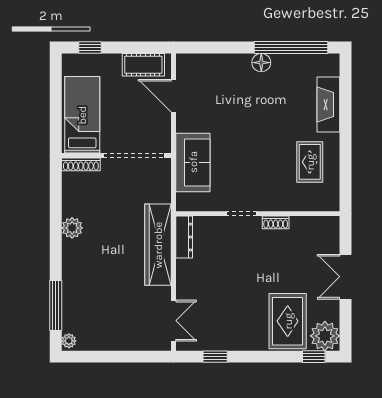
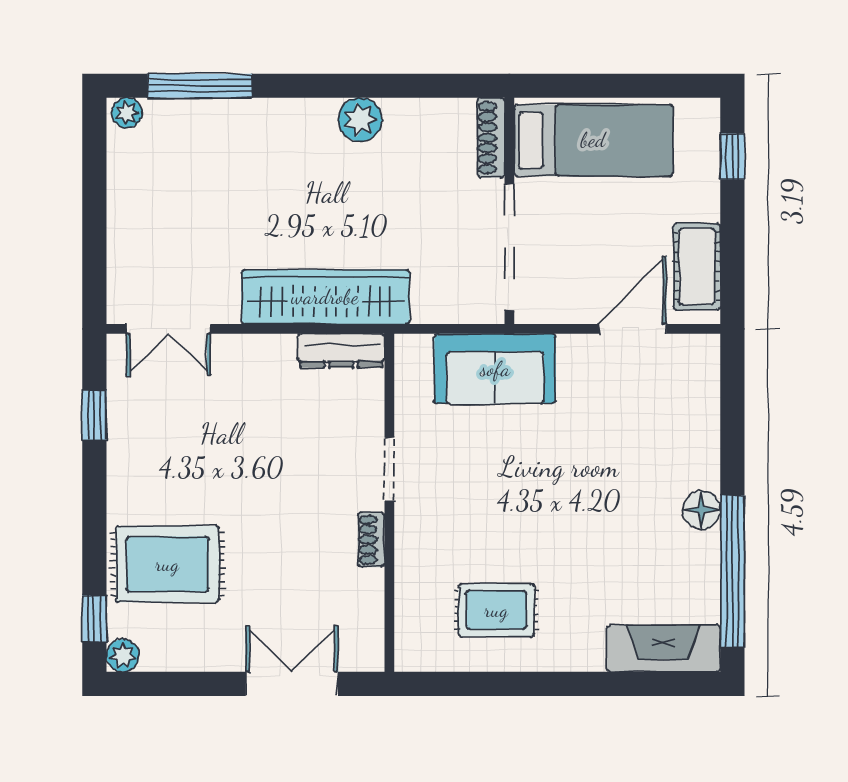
fireplace: (328, 105) -> (664, 648), moved
double door: (346, 277) -> (292, 684), moved
plant: (325, 336) -> (123, 656), width x0.53, depth x0.53

